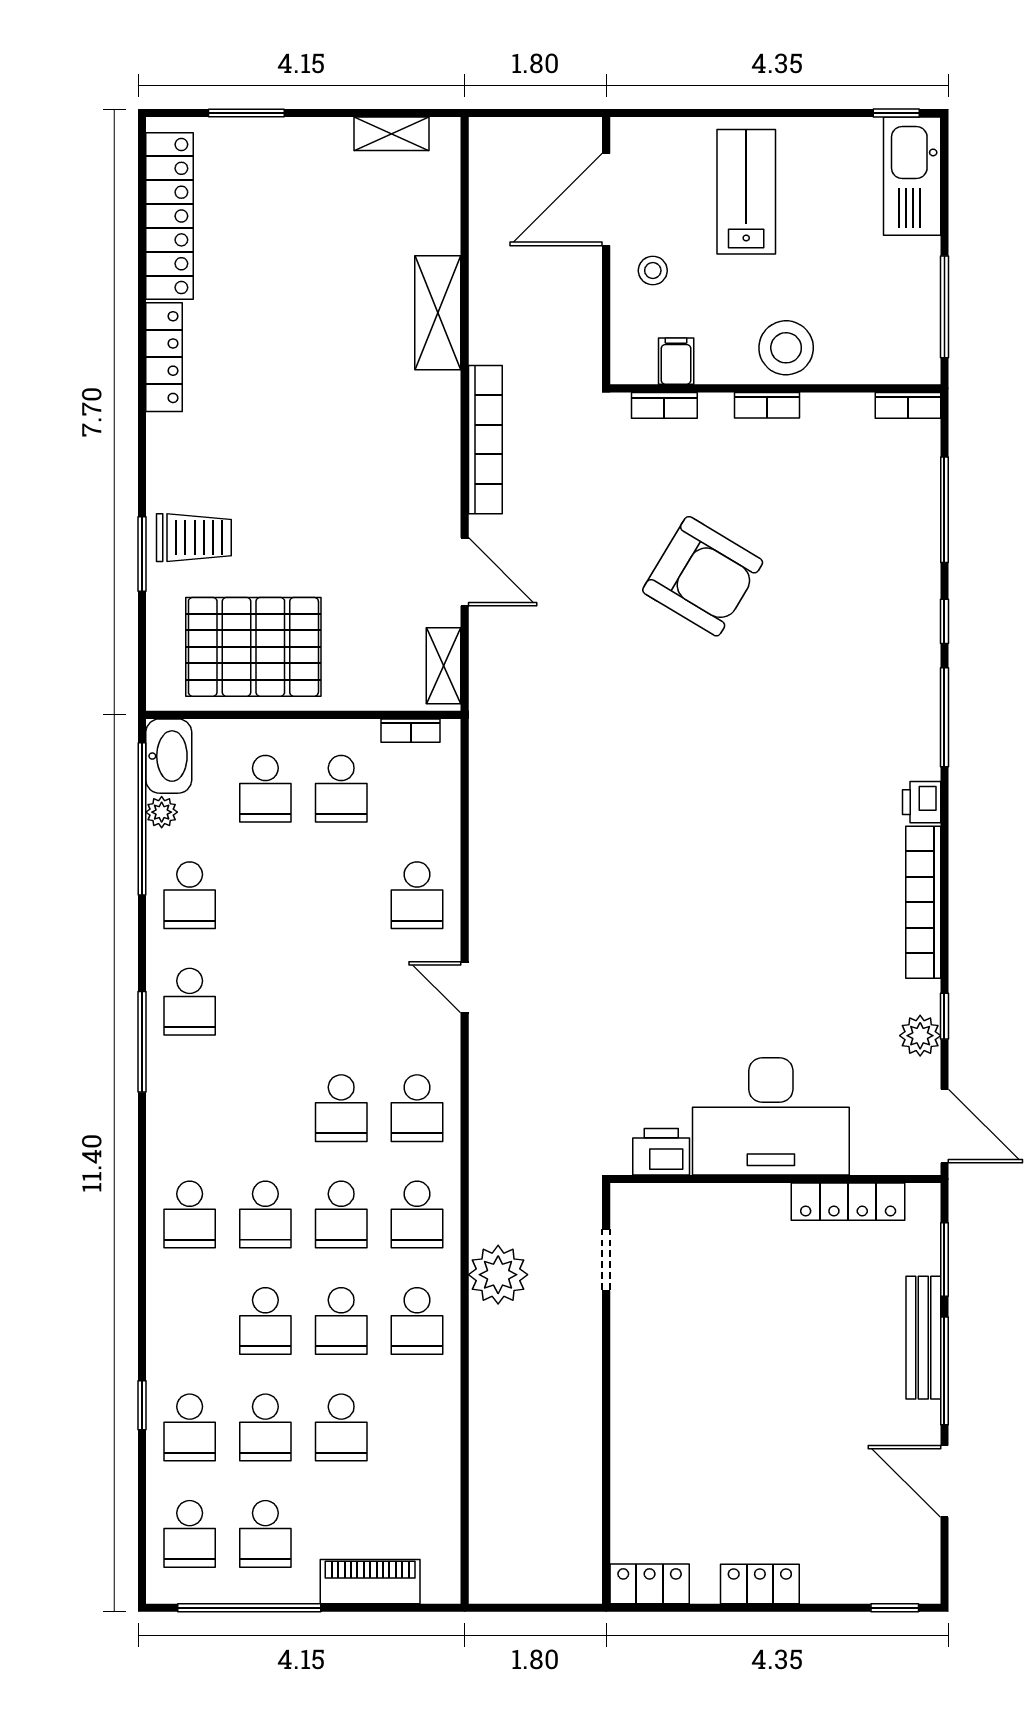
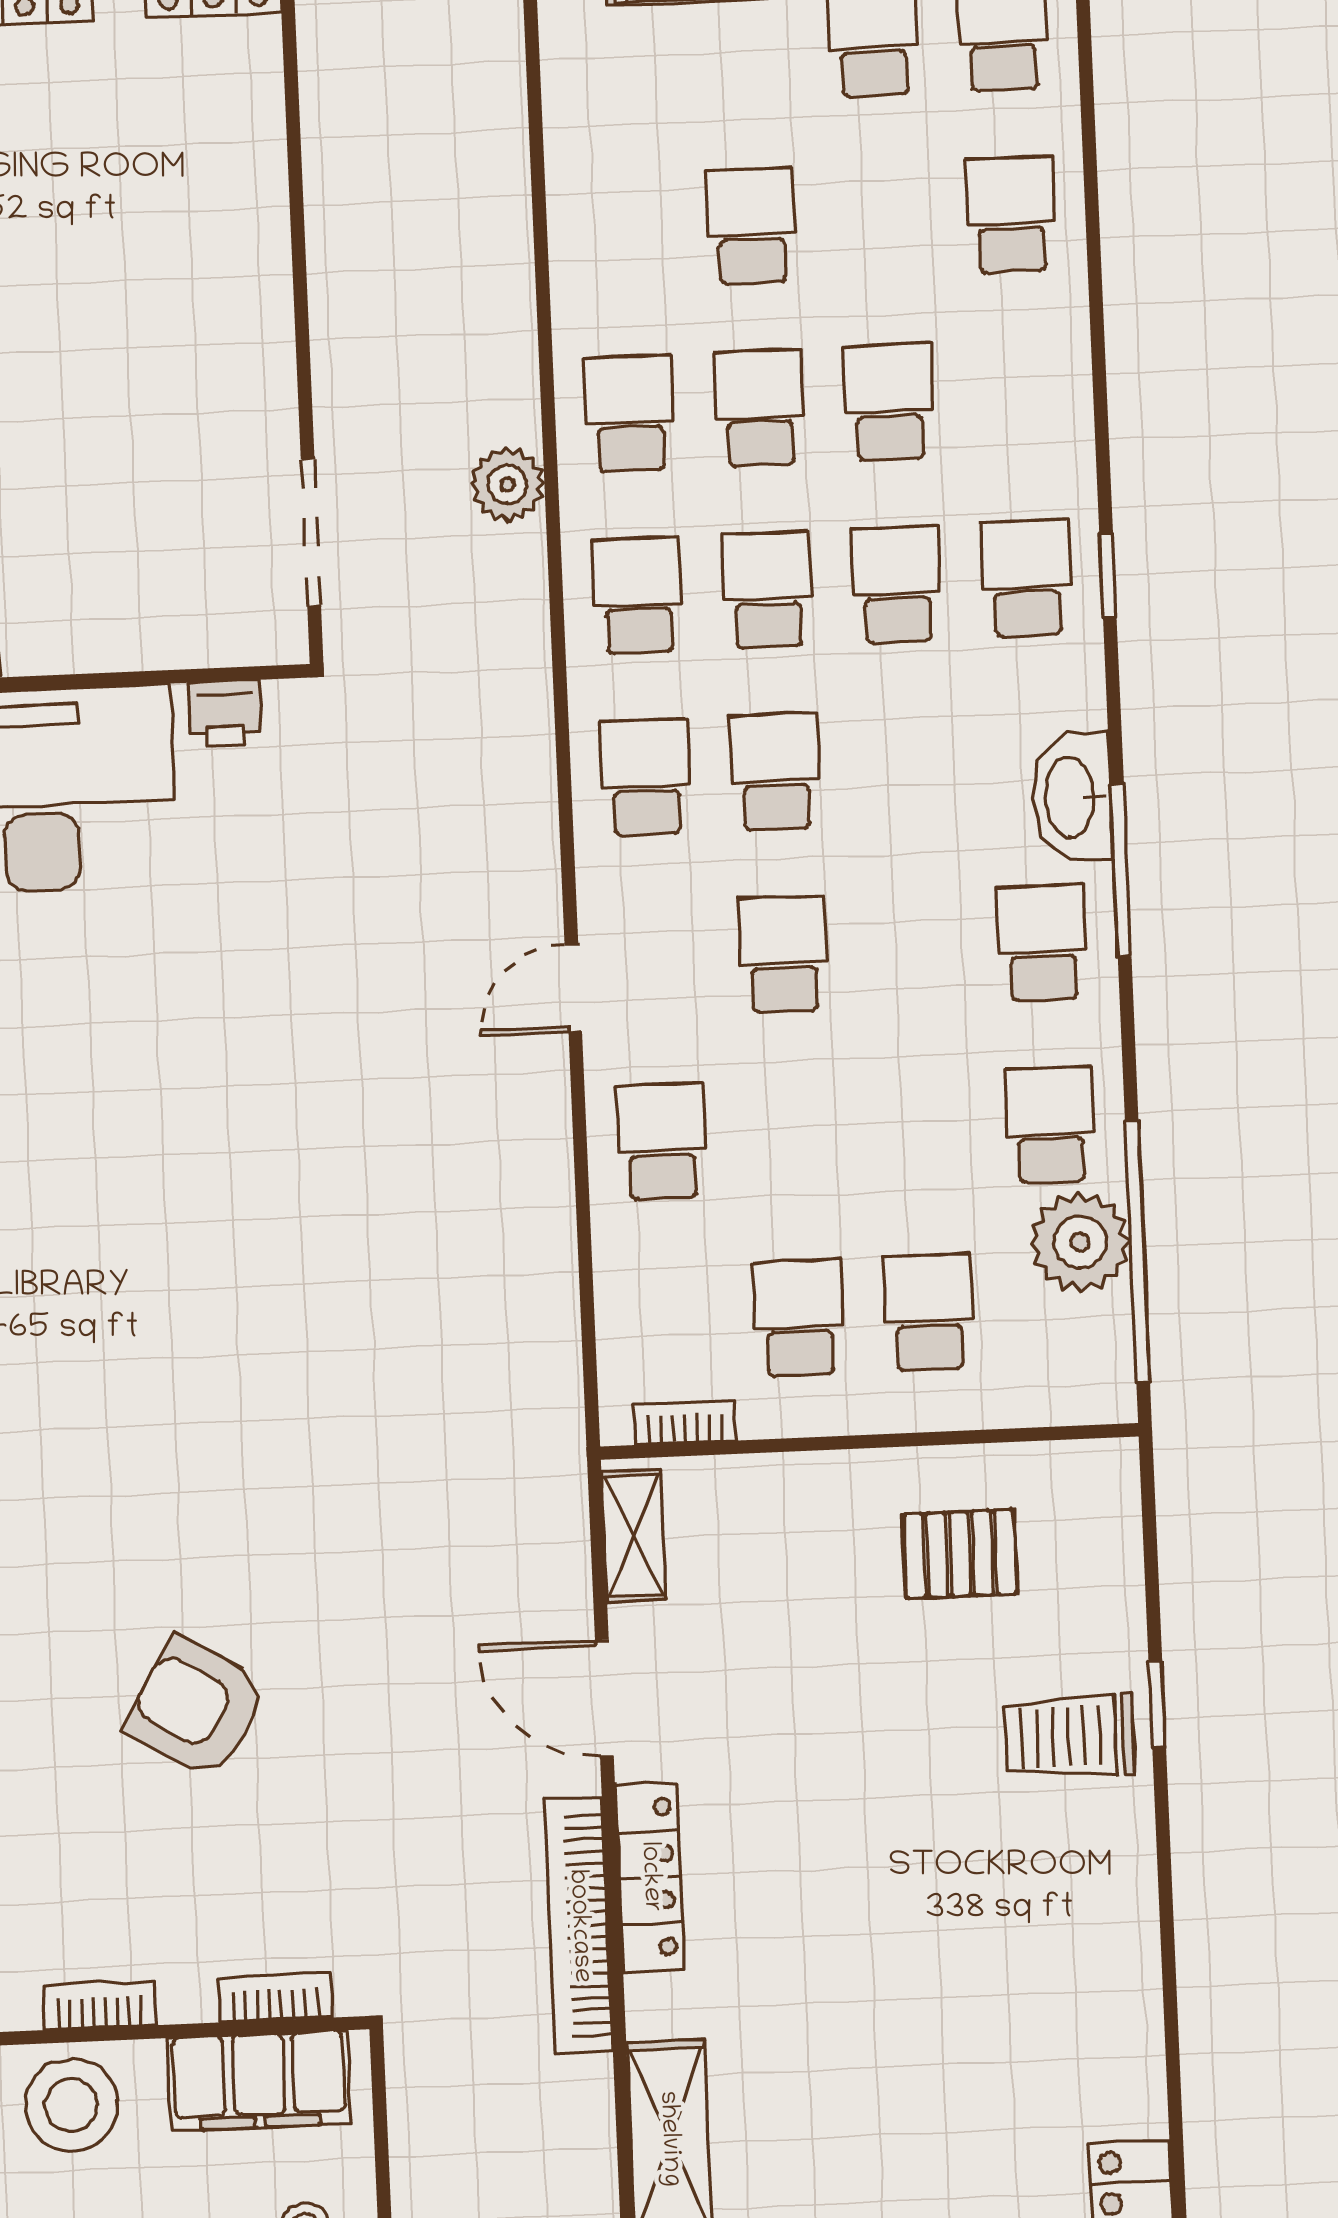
locker: (164, 357) -> (650, 1877), moved, turned 180
filing cabinet: (676, 361) -> (259, 2081), width x3.00, depth x1.17
window: (142, 554) -> (1157, 1704), width x0.67
armchair: (703, 576) -> (197, 1708), width x0.73, depth x0.73
pallet: (253, 647) -> (960, 1554), width x0.49, depth x0.50
washbasin: (169, 756) -> (1072, 797), moved
plant: (162, 812) -> (1080, 1242), width x1.87, depth x1.87
door: (465, 987) -> (573, 988), swing flipped
printer: (661, 1152) -> (225, 713), width x0.73, depth x0.81
doorway: (606, 1260) -> (311, 532), width x1.38
plant: (498, 1275) -> (508, 485), width x0.73, depth x0.73
window: (142, 1405) -> (1108, 575), moved
school desk: (265, 1427) -> (783, 954), moved

